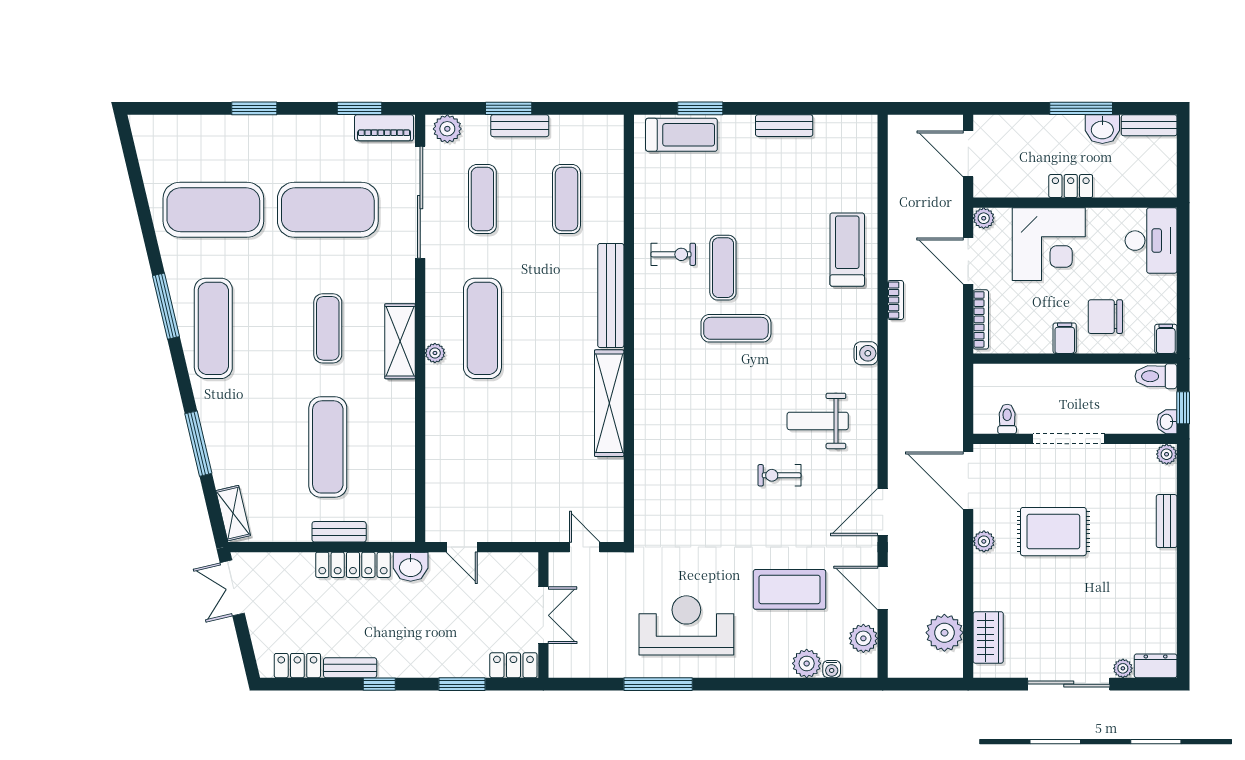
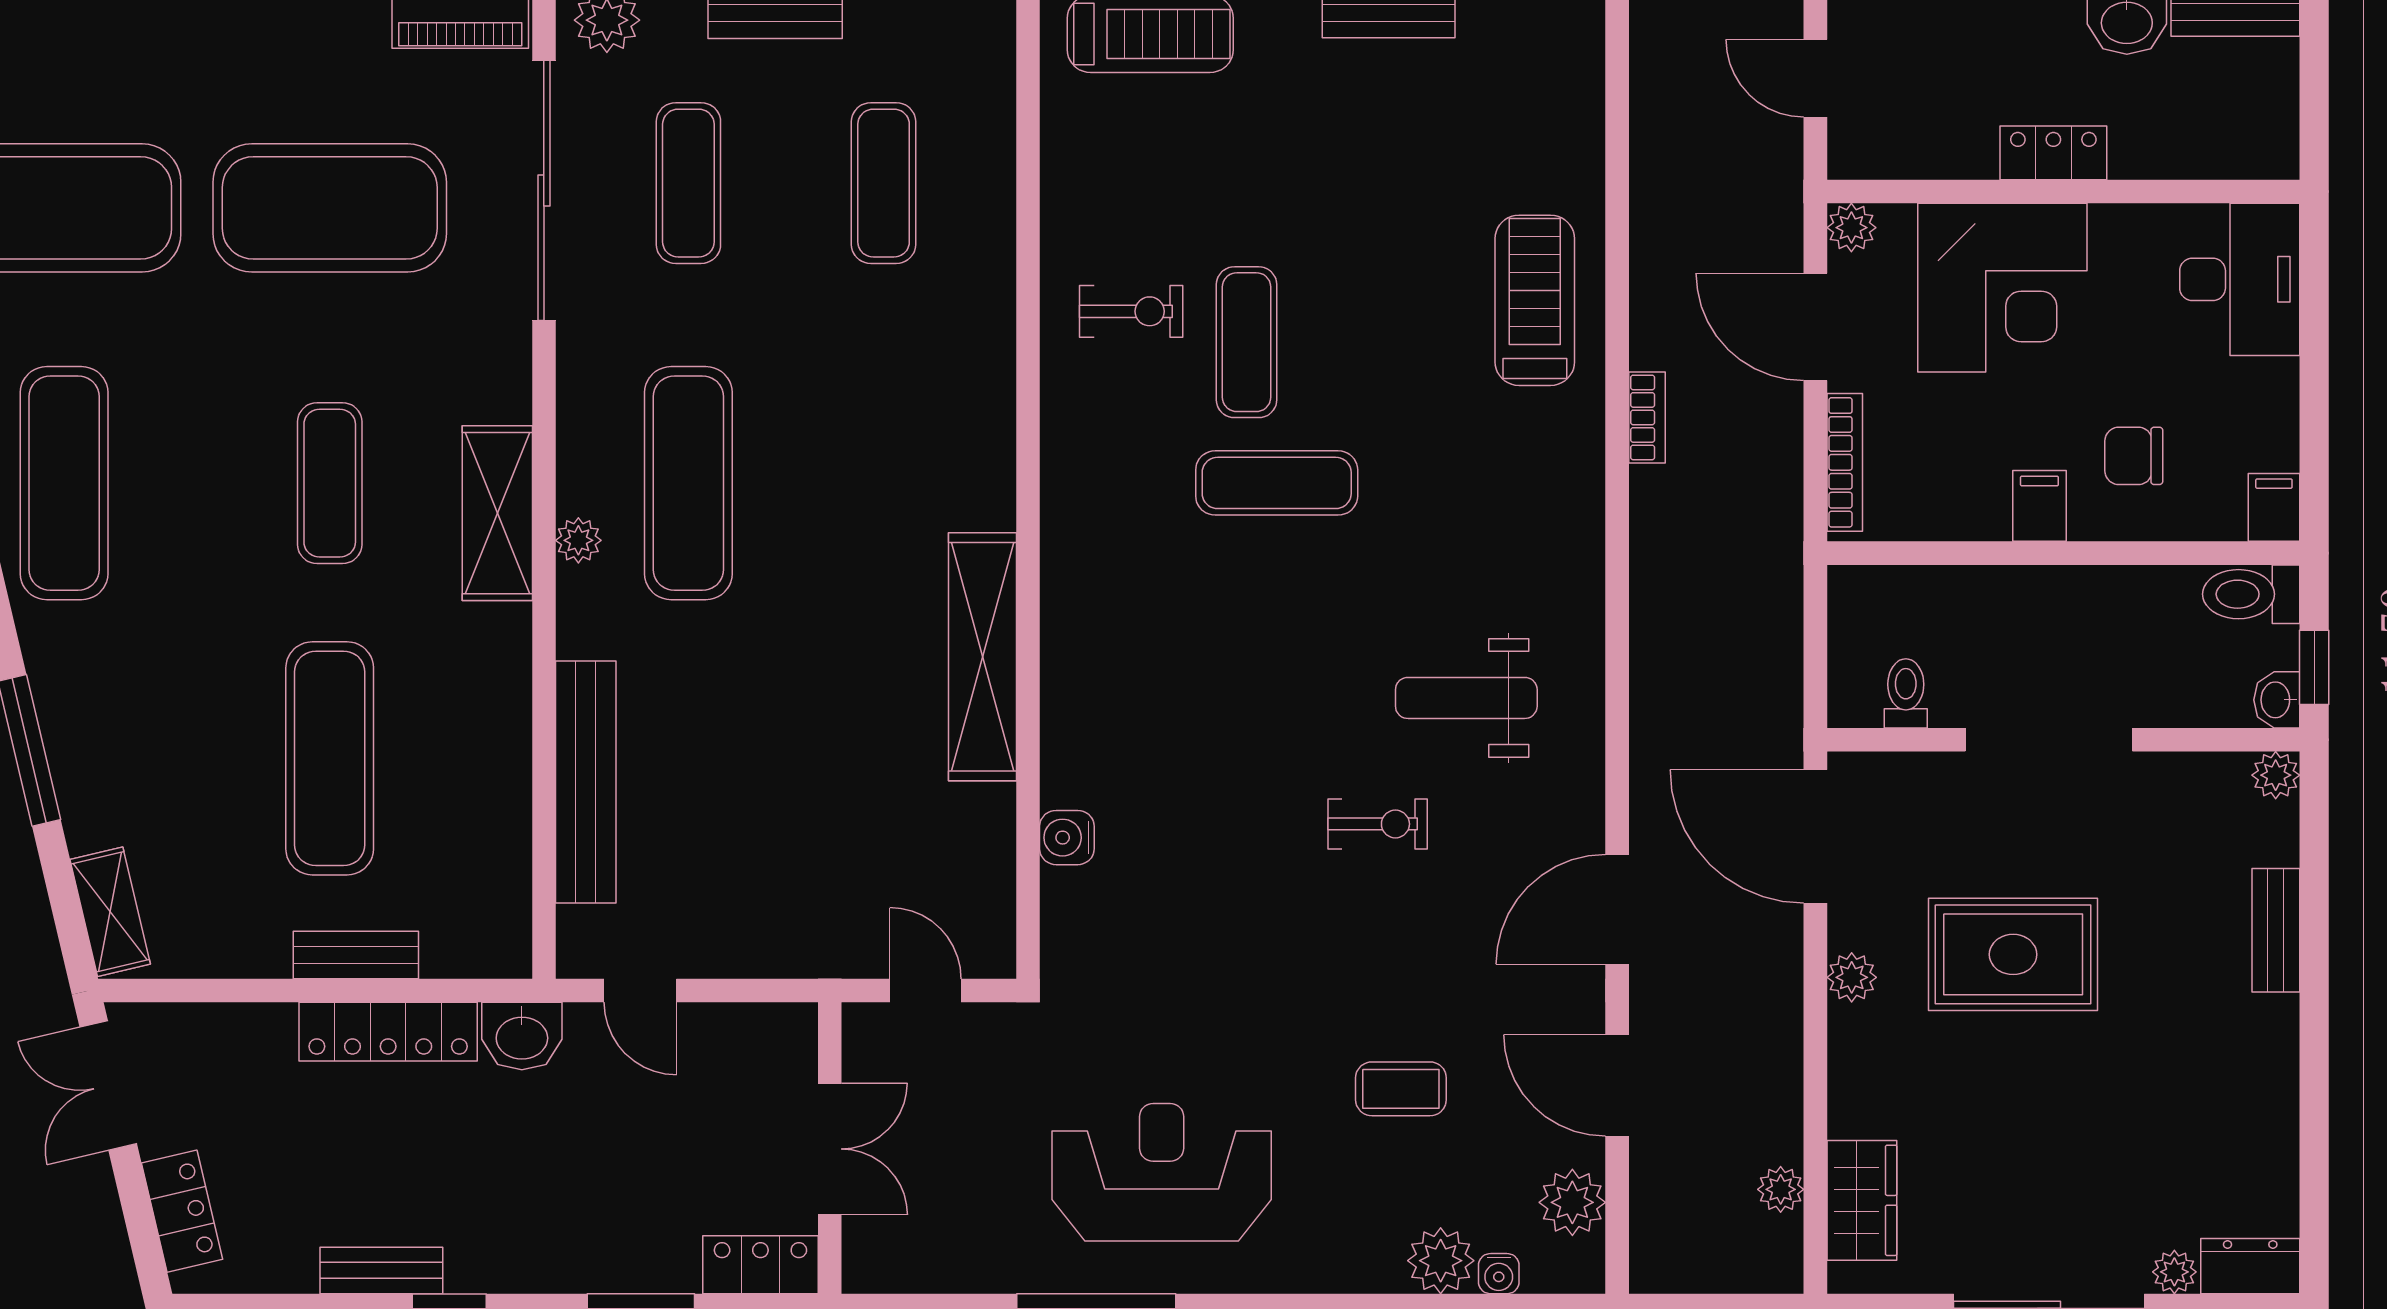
door: (968, 154) -> (1815, 78), width x0.73
bench: (611, 296) -> (586, 782), moved
chair: (1105, 317) -> (2134, 456), width x0.73, depth x0.73
water cooler: (866, 353) -> (1067, 838), moved, turned 180
exercise bike: (779, 475) -> (1378, 824), turned 180
coffee table: (790, 589) -> (1401, 1089), width x0.54, depth x0.58
plant: (944, 633) -> (1781, 1189), width x0.53, depth x0.53
locker: (297, 666) -> (182, 1211), moved, turned 77

